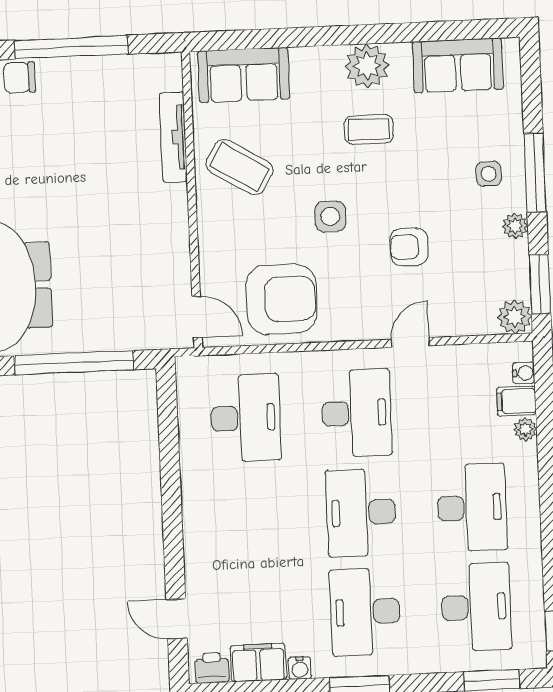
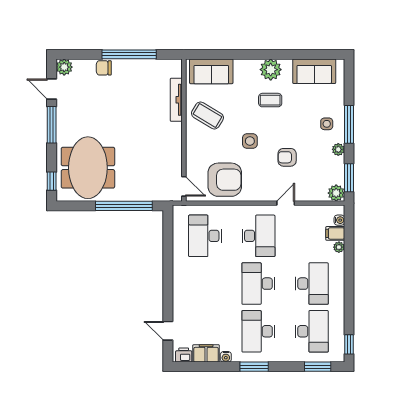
desk: (246, 418) -> (205, 236), turned 180

